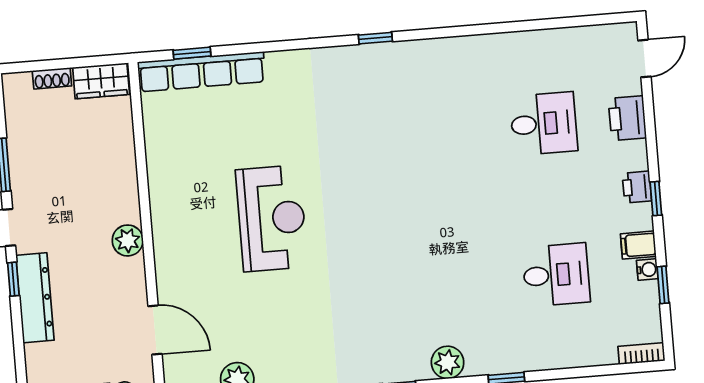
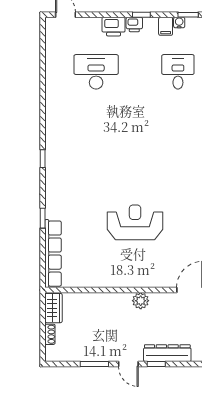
window: (192, 53) -> (43, 218), moved
printer: (627, 118) -> (114, 27), moved
desk: (544, 124) -> (96, 72), width x1.37

